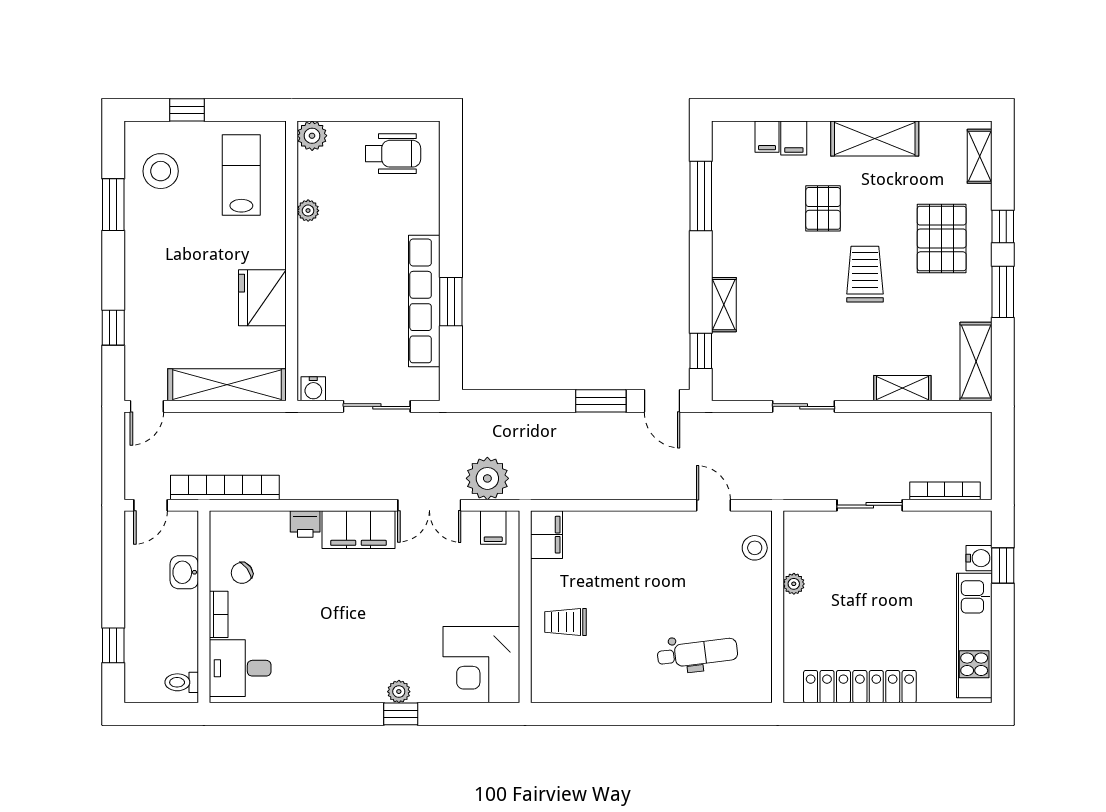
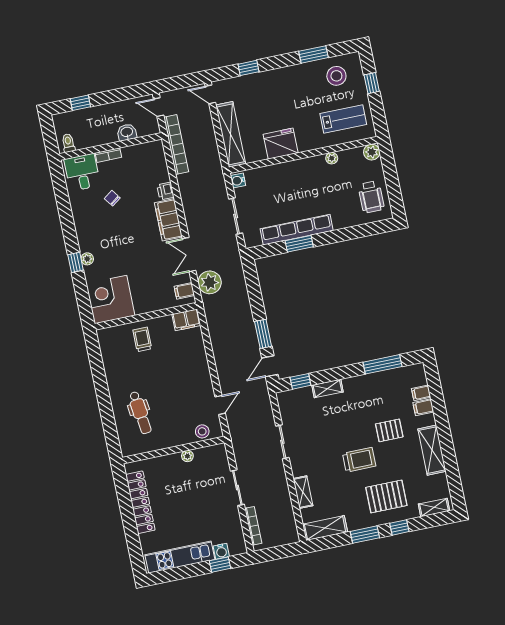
chair: (242, 573) -> (112, 198), moved

